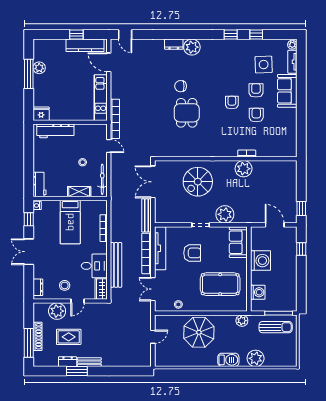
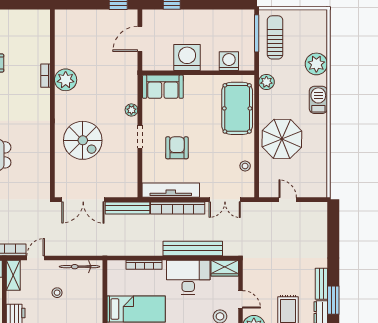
shelving: (79, 192) -> (13, 275), moved
plant: (225, 214) -> (131, 110), width x0.53, depth x0.53
desk: (94, 266) -> (188, 277), width x1.37
pool table: (220, 284) -> (237, 108), moved

